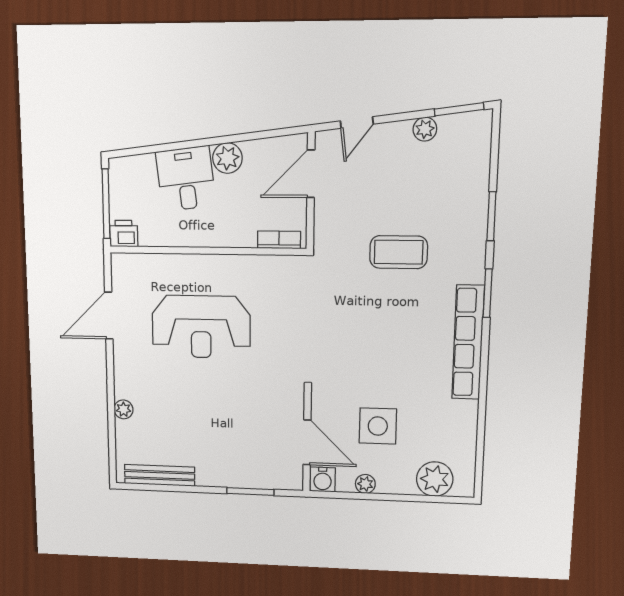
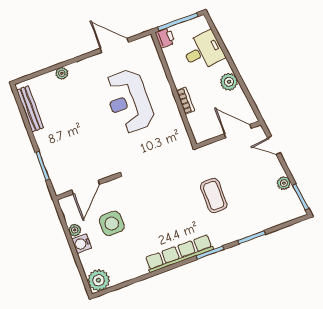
desk: (186, 179) -> (203, 51), moved
bookcase: (279, 240) -> (185, 101), moved
plant: (435, 479) -> (99, 280), moved
water cooler: (323, 480) -> (82, 244), moved

